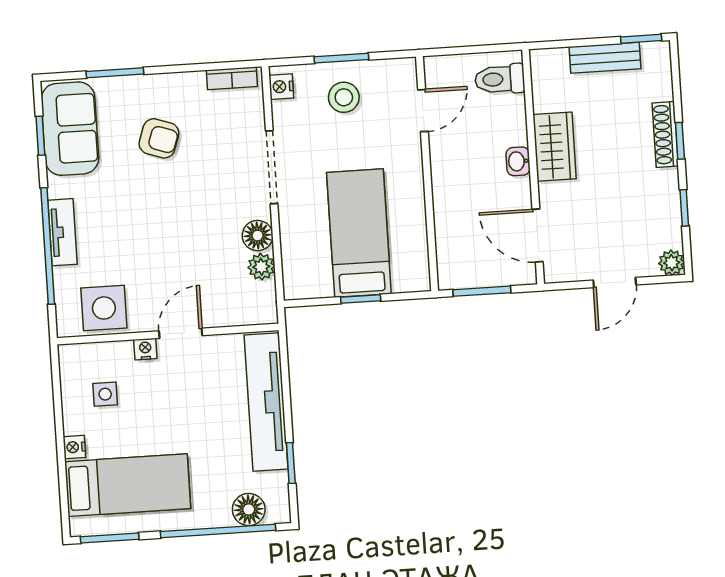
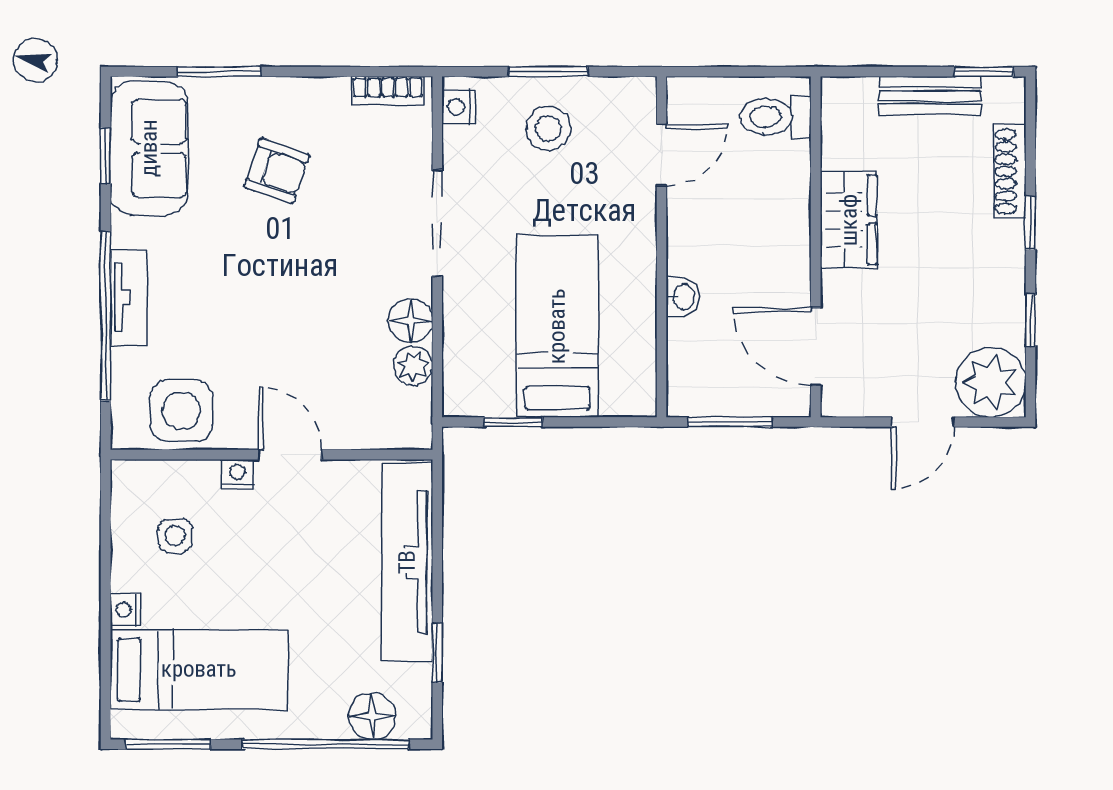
shoe rack: (665, 134) -> (1010, 171), moved
washbasin: (518, 161) -> (683, 297), moved, turned 180
plant: (672, 263) -> (991, 382), width x1.88, depth x1.88
window: (361, 299) -> (514, 422), moved
door: (181, 333) -> (290, 455), hinge flipped

